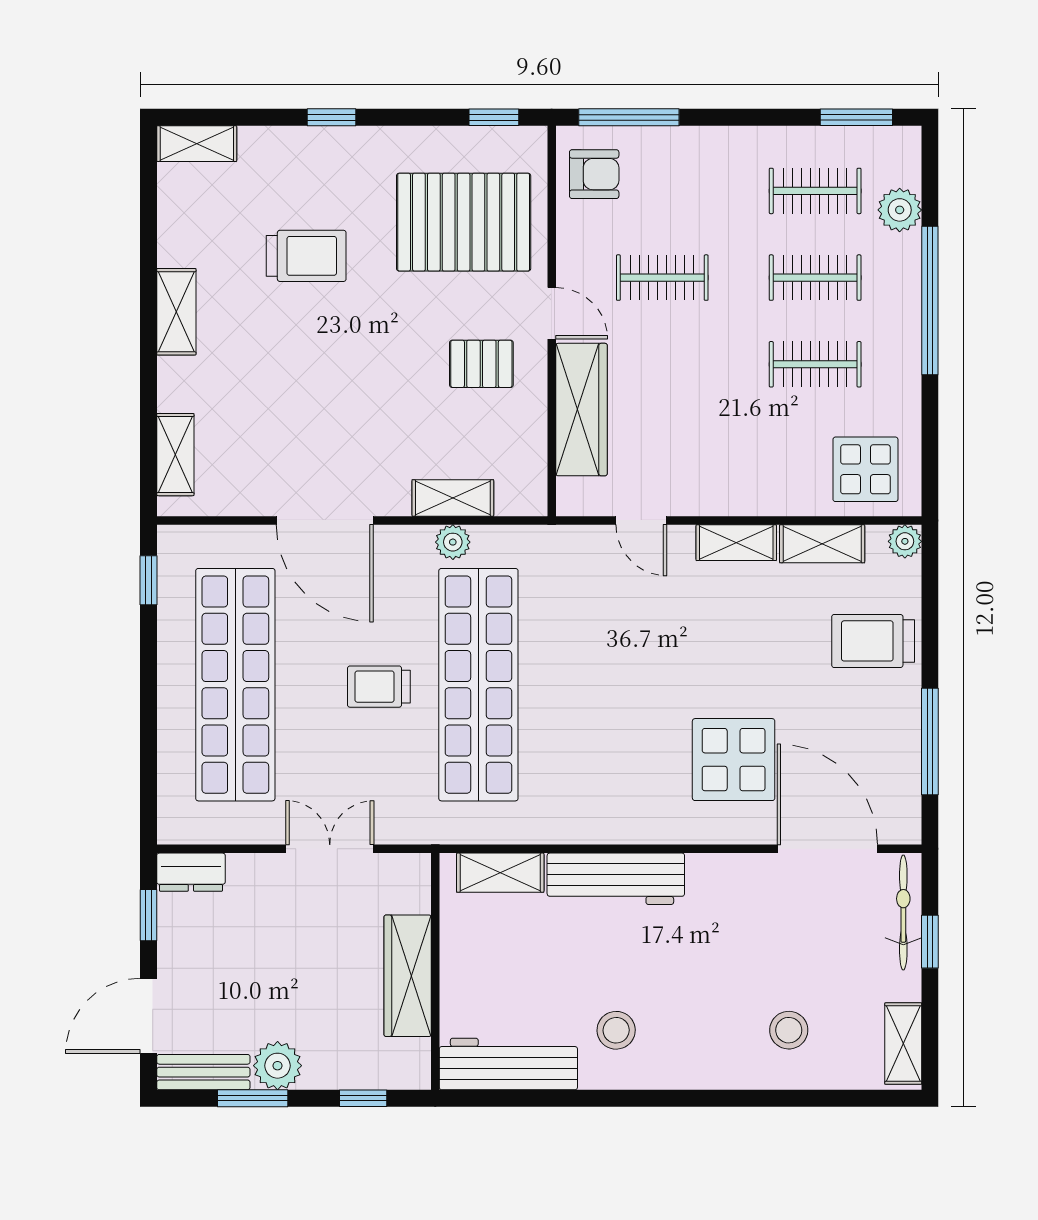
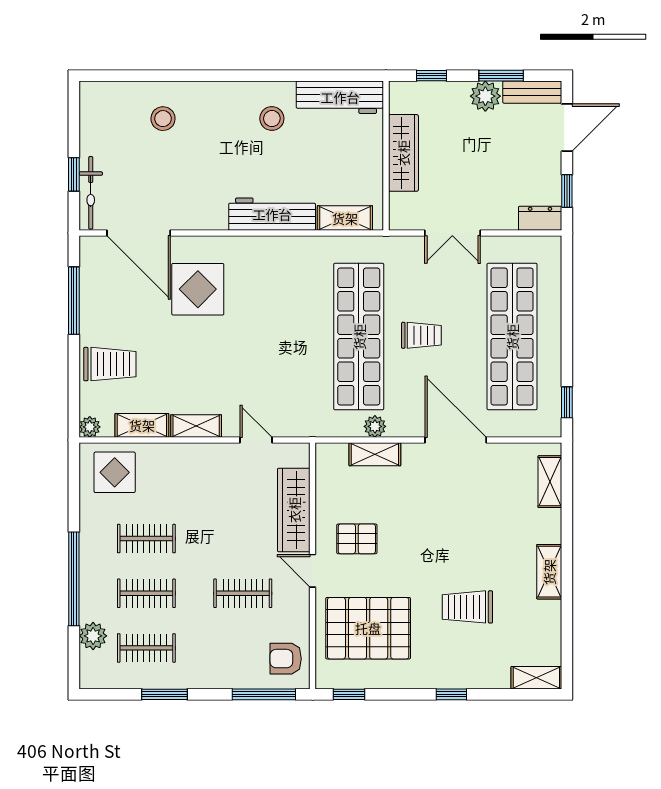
window: (856, 117) -> (165, 694), moved
shelving: (903, 1044) -> (91, 110), removed

